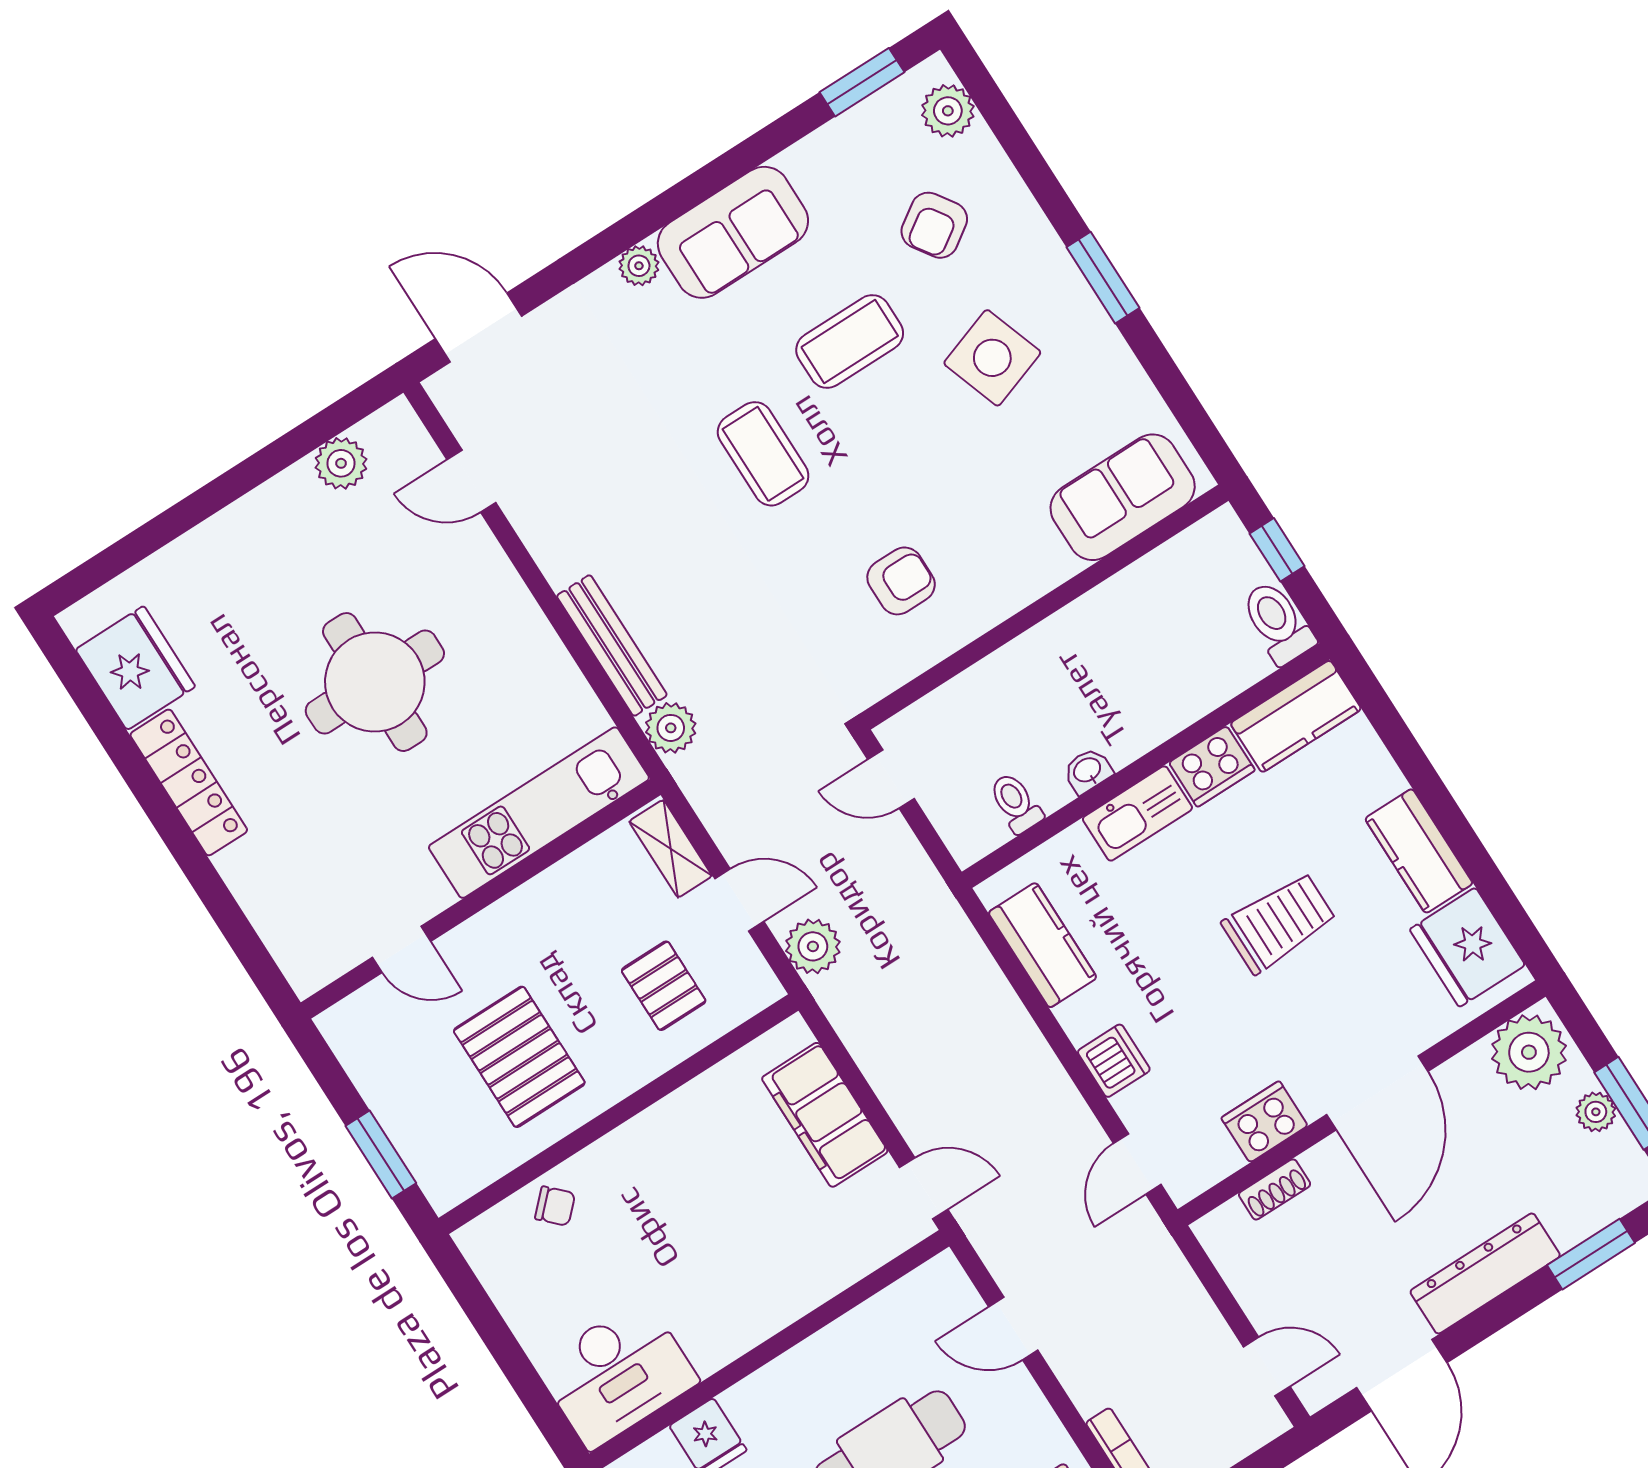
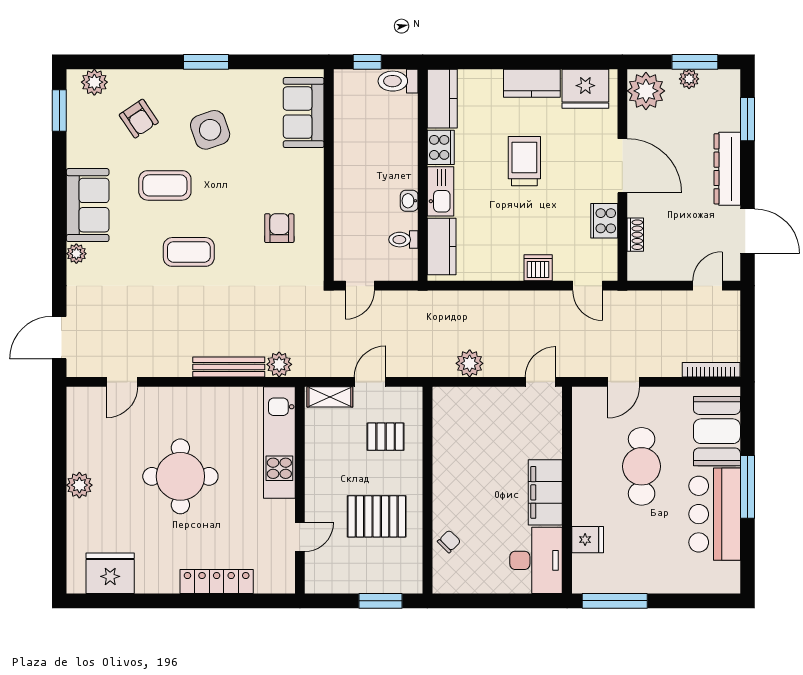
coffee table: (850, 341) -> (165, 185), turned 90
plant: (341, 463) -> (79, 485), moved
locker: (189, 782) -> (217, 582), moved
kitchen counter: (1043, 945) -> (442, 246), moved, turned 90
plant: (813, 946) -> (470, 363), moved
filing cabinet: (825, 1115) -> (545, 492), moved, turned 90

